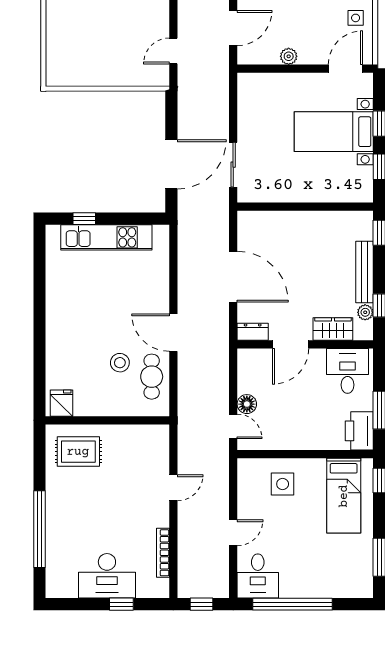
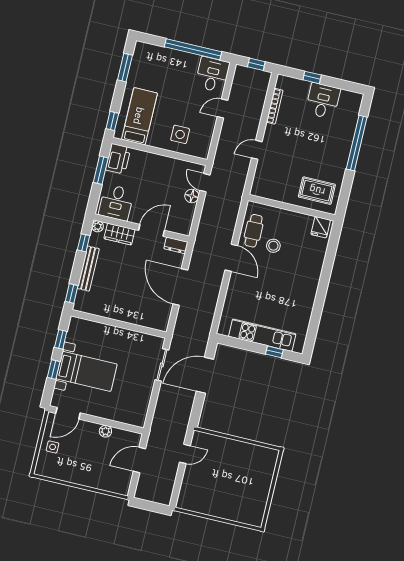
plant: (365, 312) -> (98, 226), moved
desk: (107, 576) -> (323, 101), width x0.73

